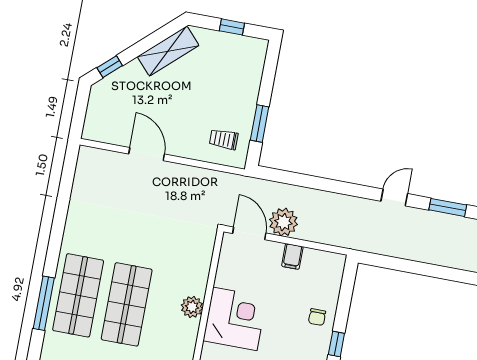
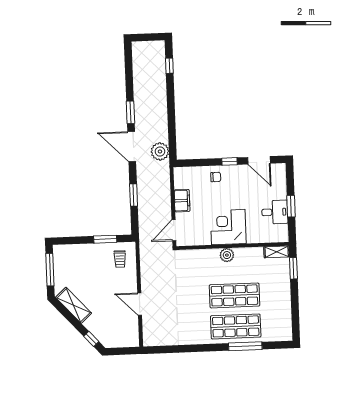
window: (232, 27) -> (50, 270), width x2.17
door: (147, 154) -> (140, 304), hinge flipped
window: (318, 183) -> (134, 195), added
door: (394, 197) -> (132, 146), width x1.88
plant: (283, 222) -> (160, 151), moved
filing cabinet: (292, 256) -> (182, 201), width x2.00

